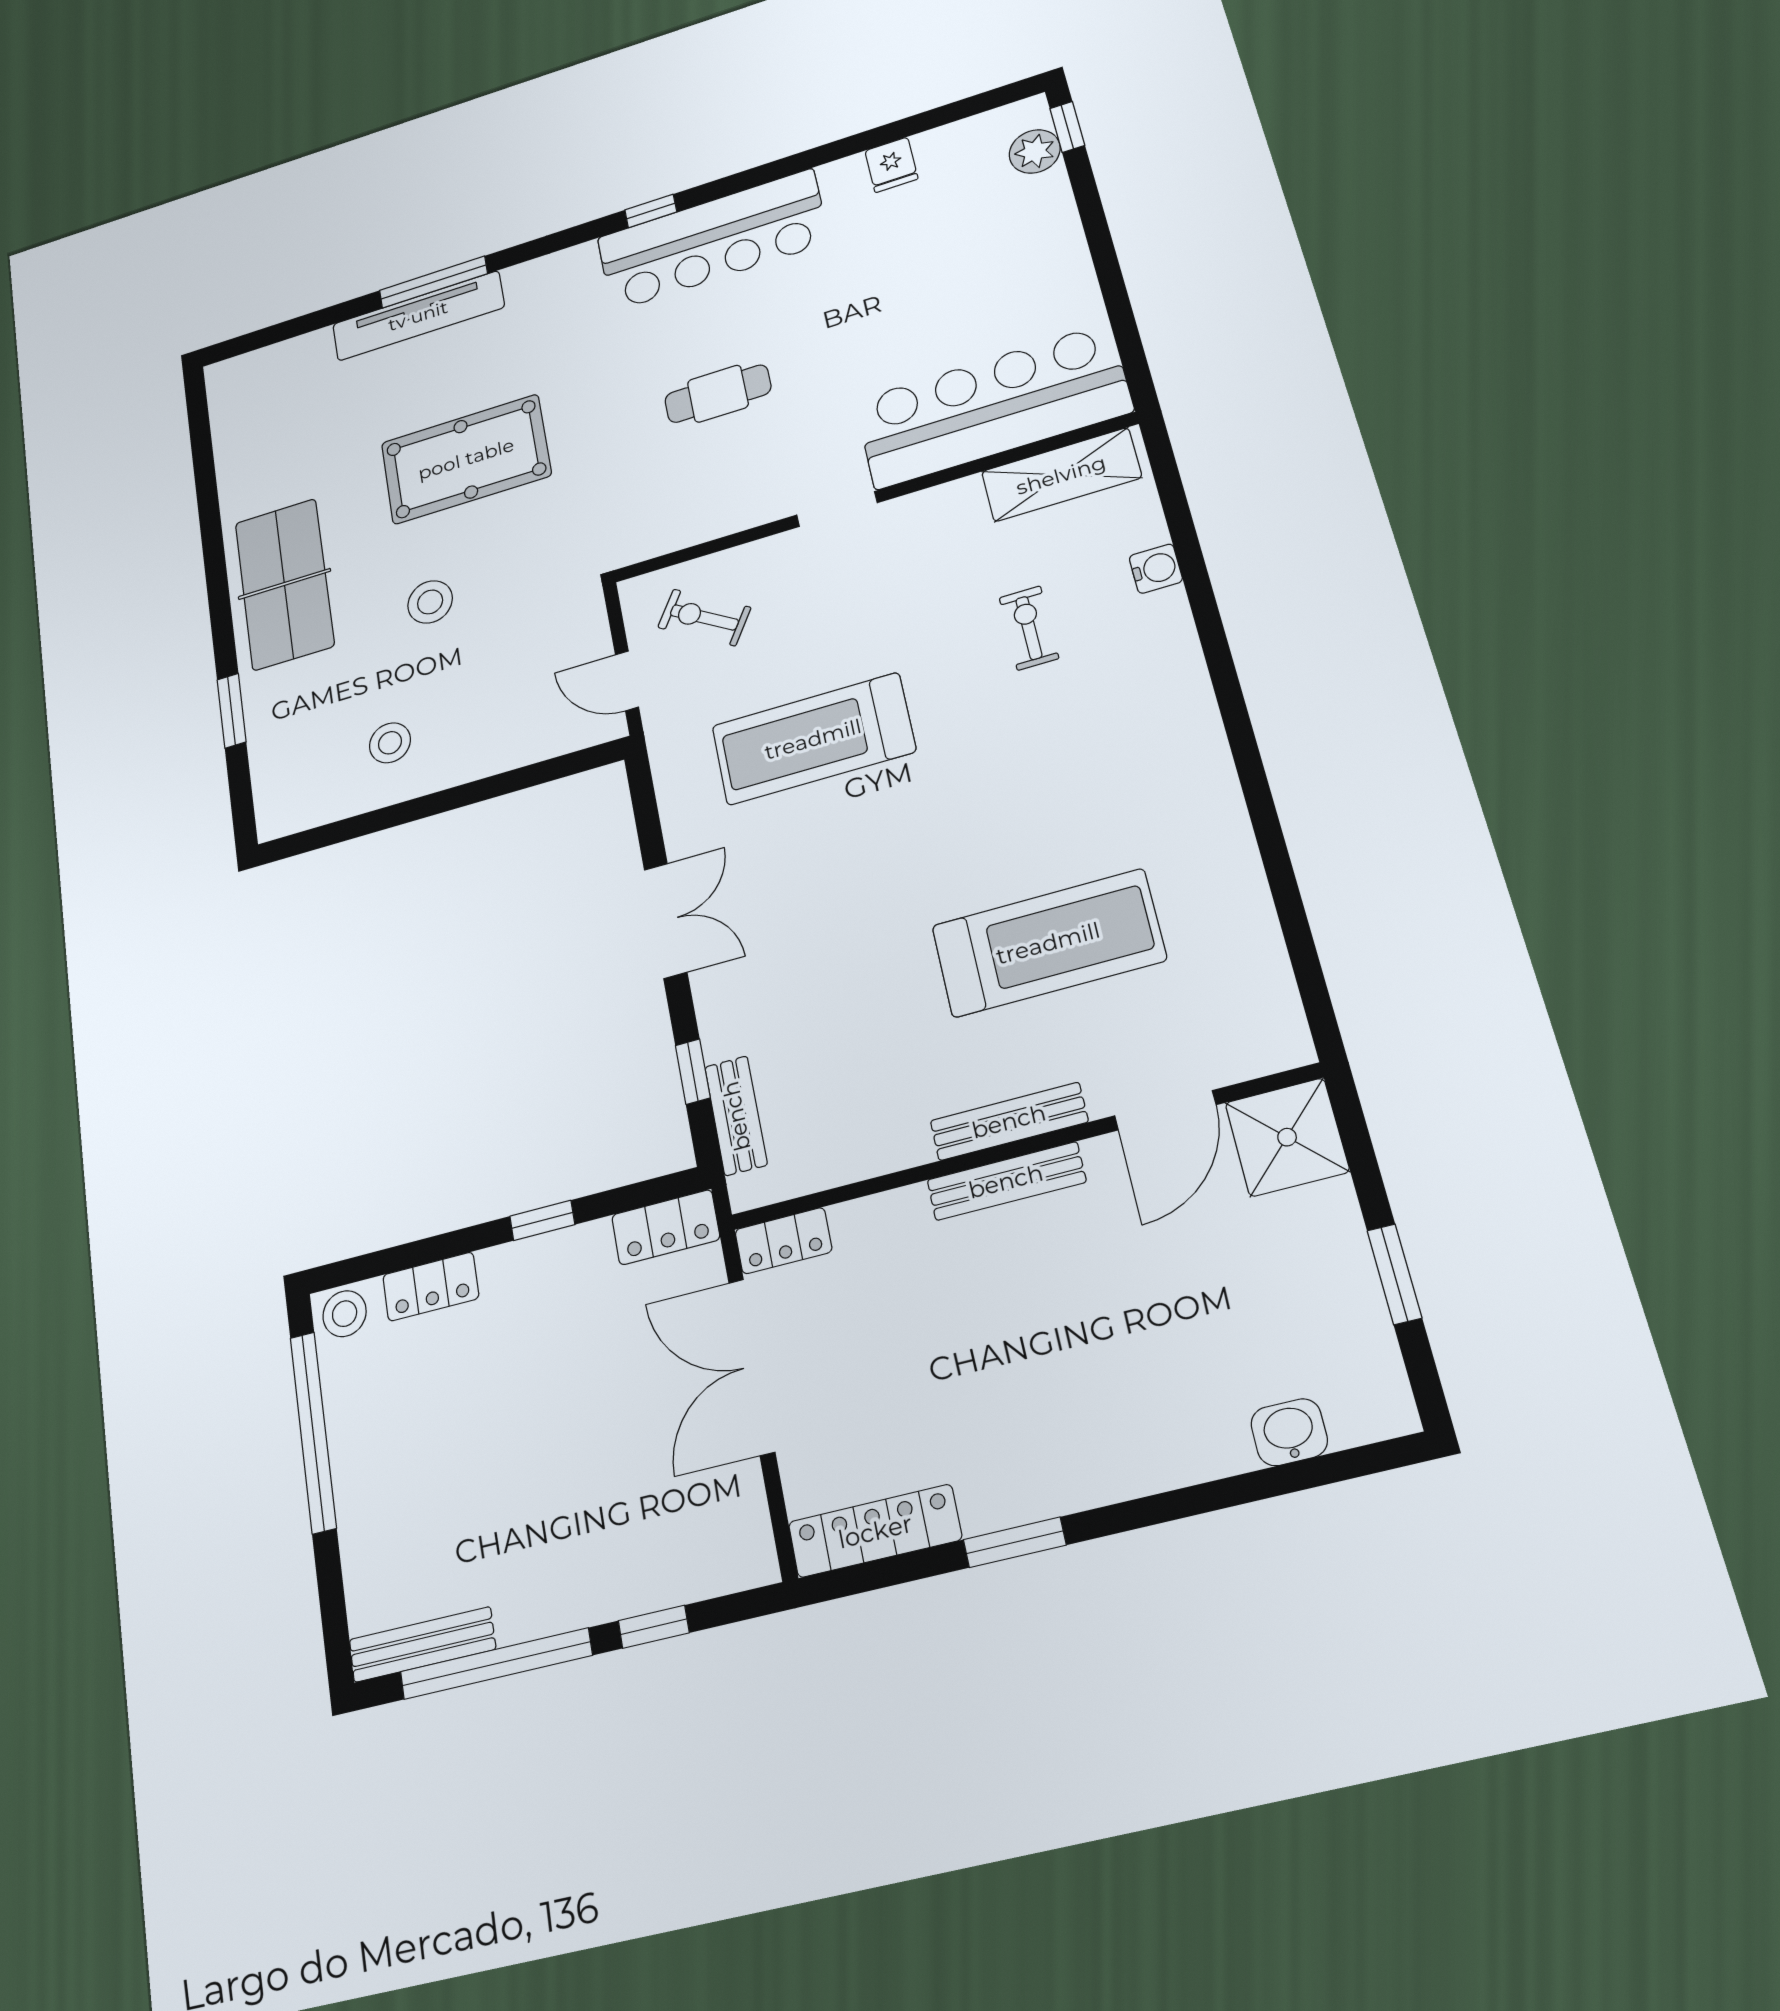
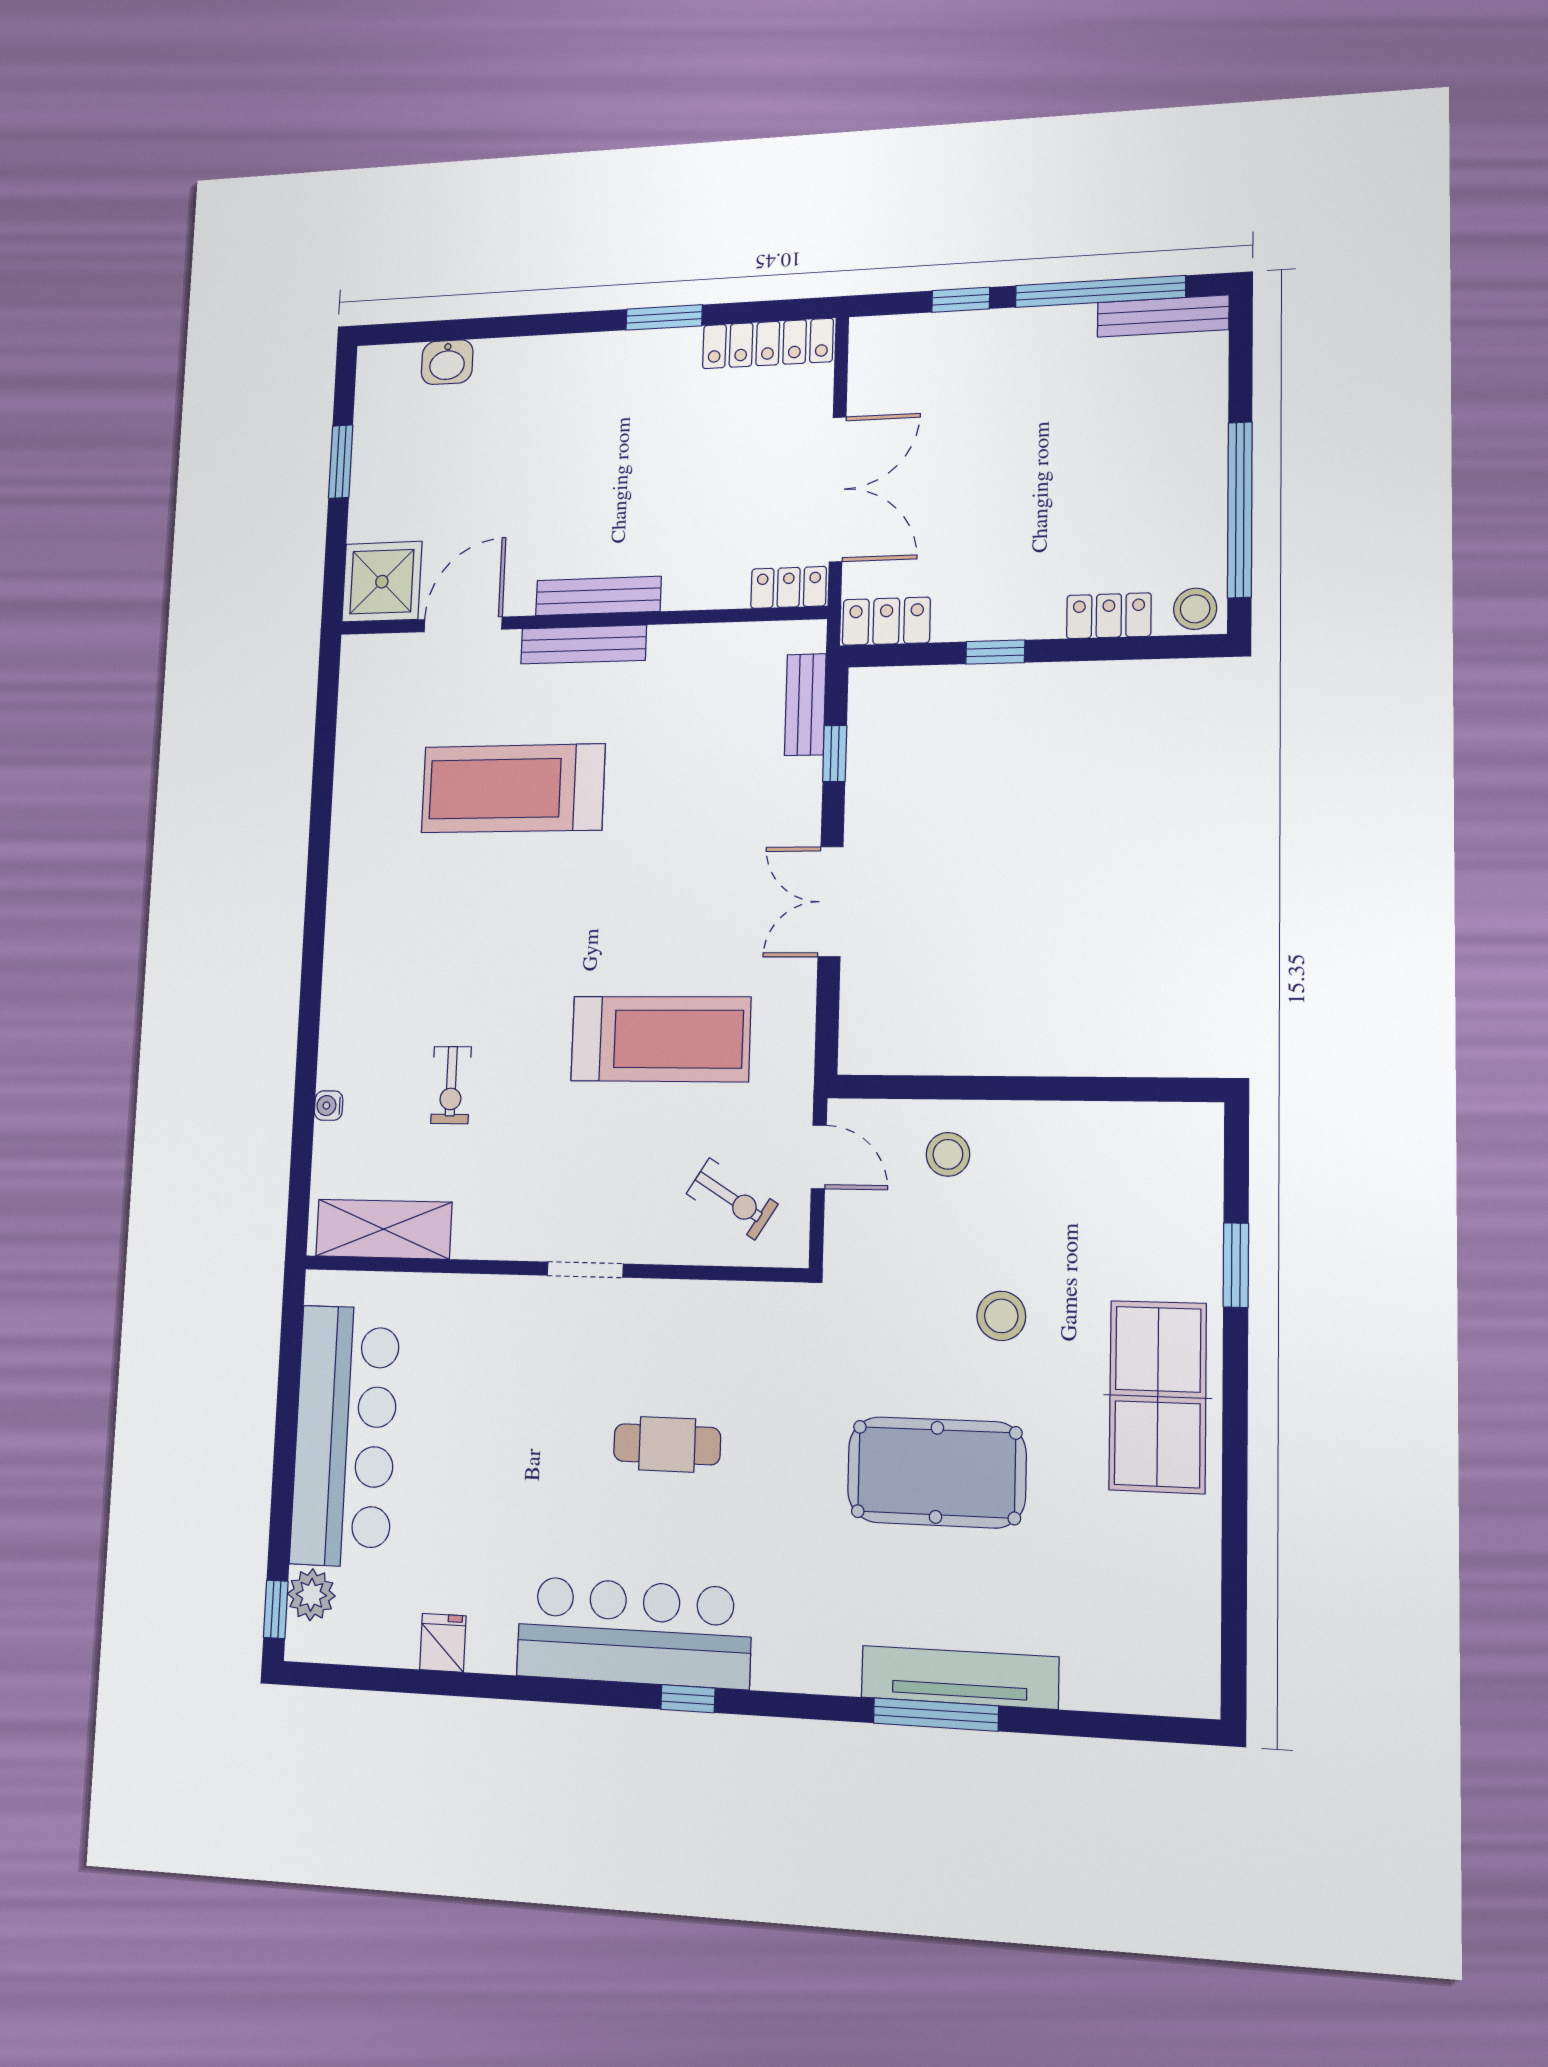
bar counter: (992, 406) -> (345, 1436), moved, turned -90
water cooler: (1156, 569) -> (329, 1106), width x0.72, depth x0.72
stool: (390, 743) -> (948, 1154), moved

